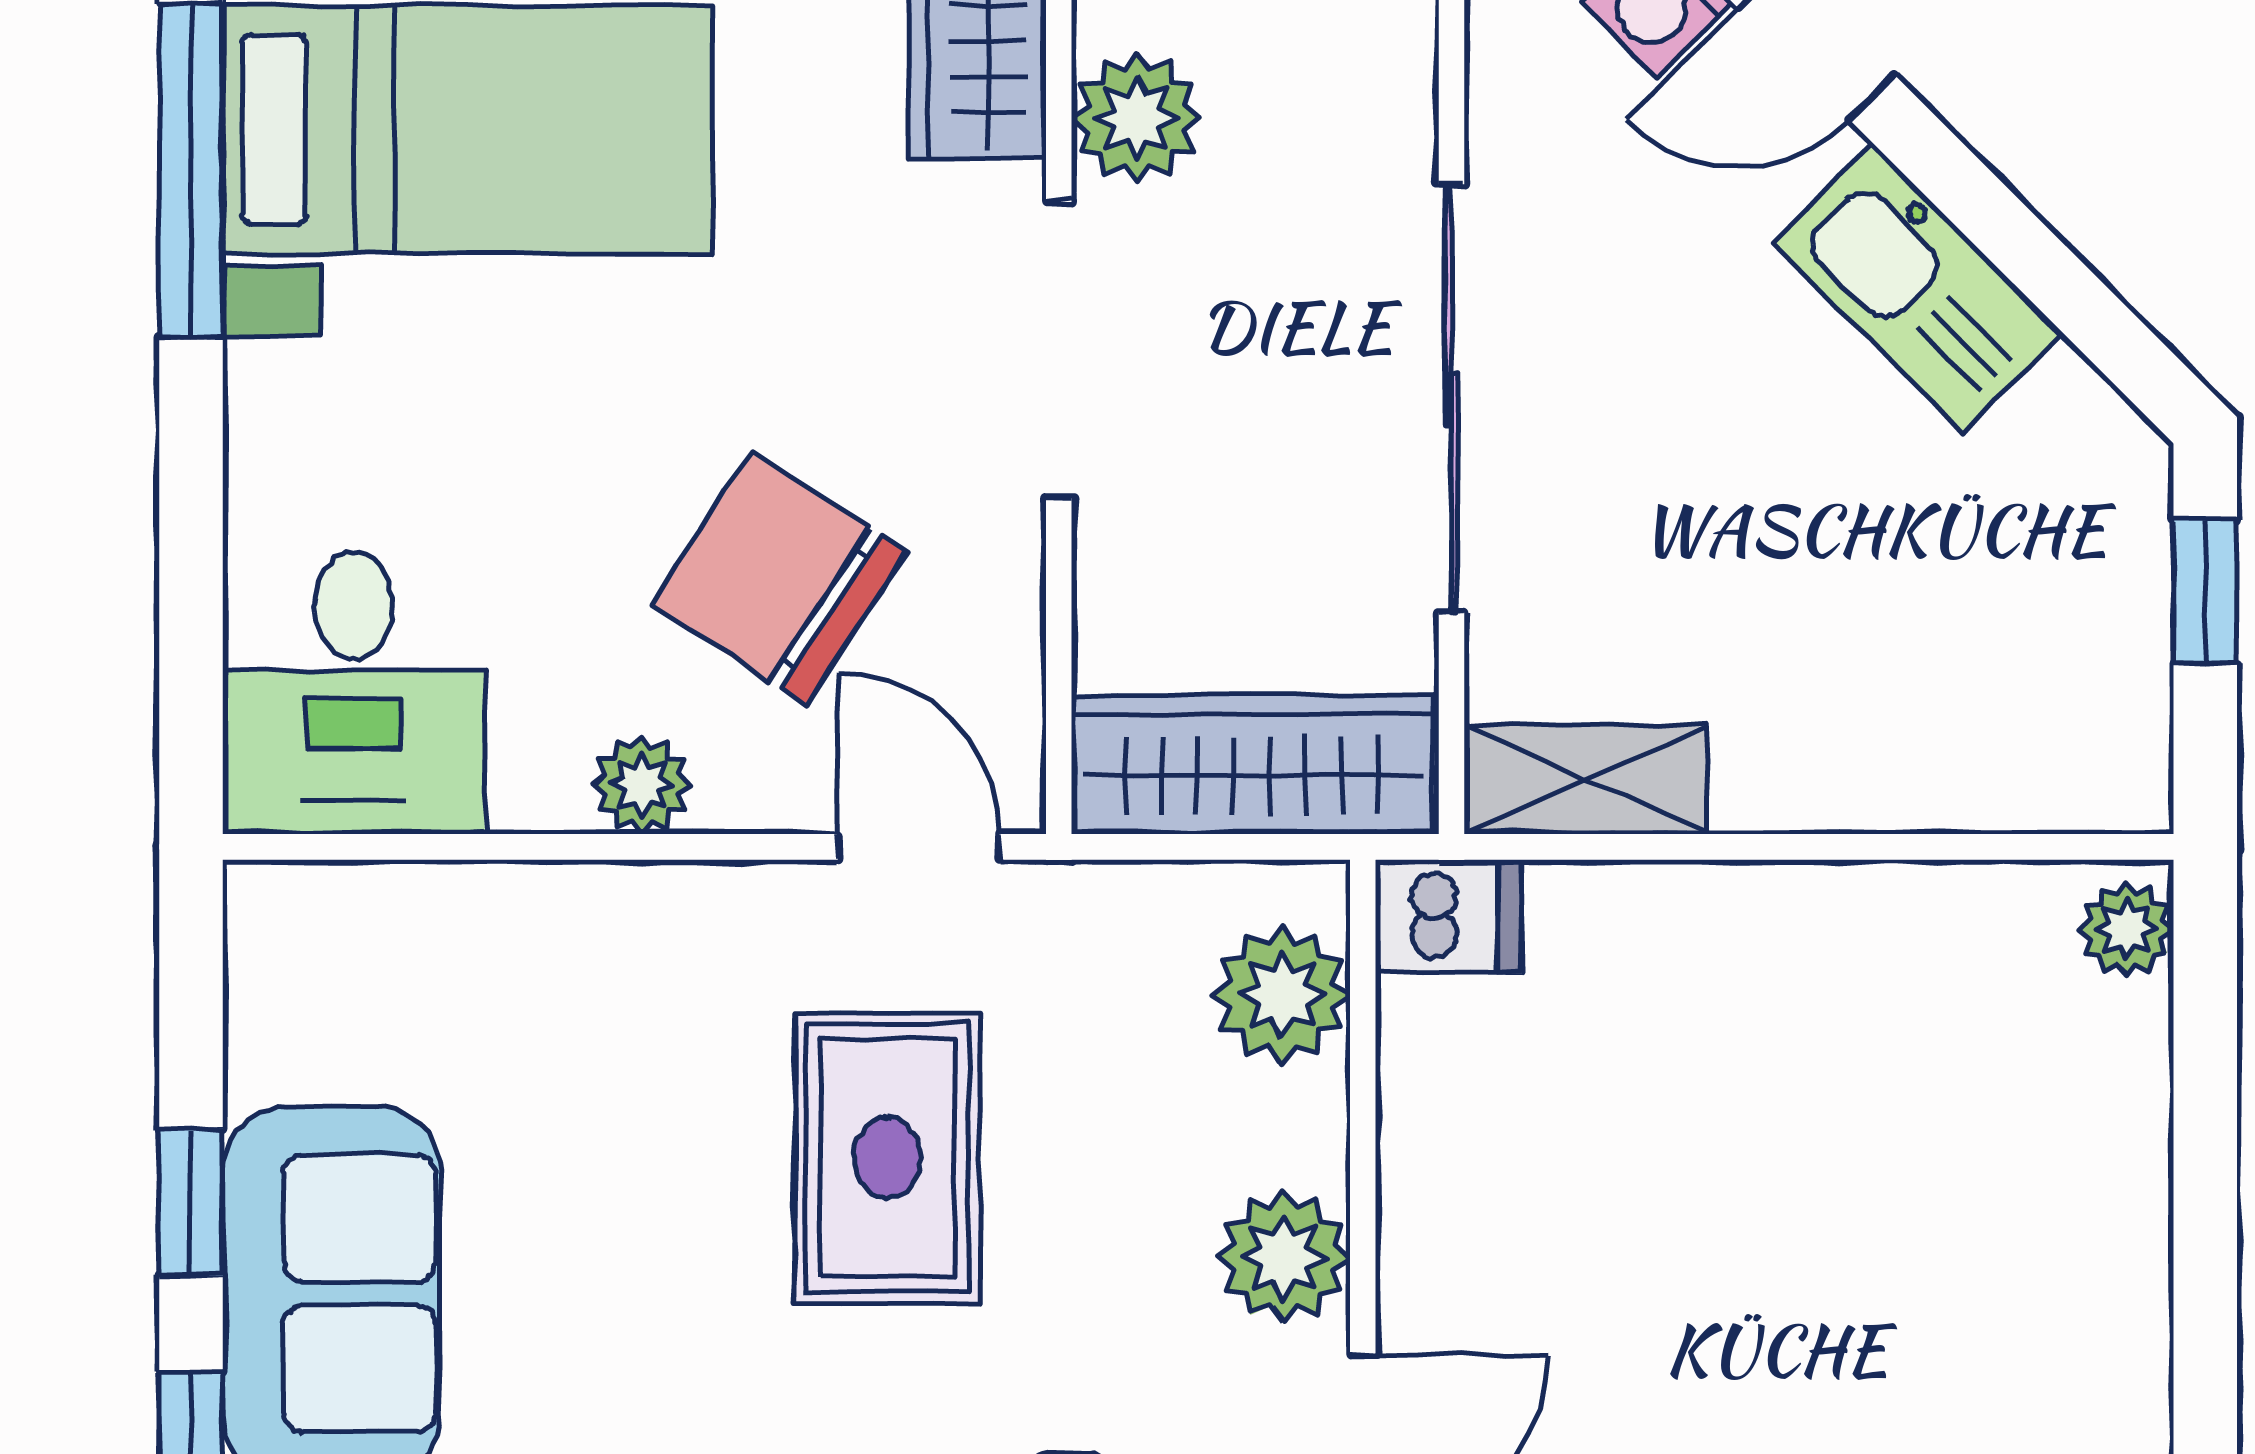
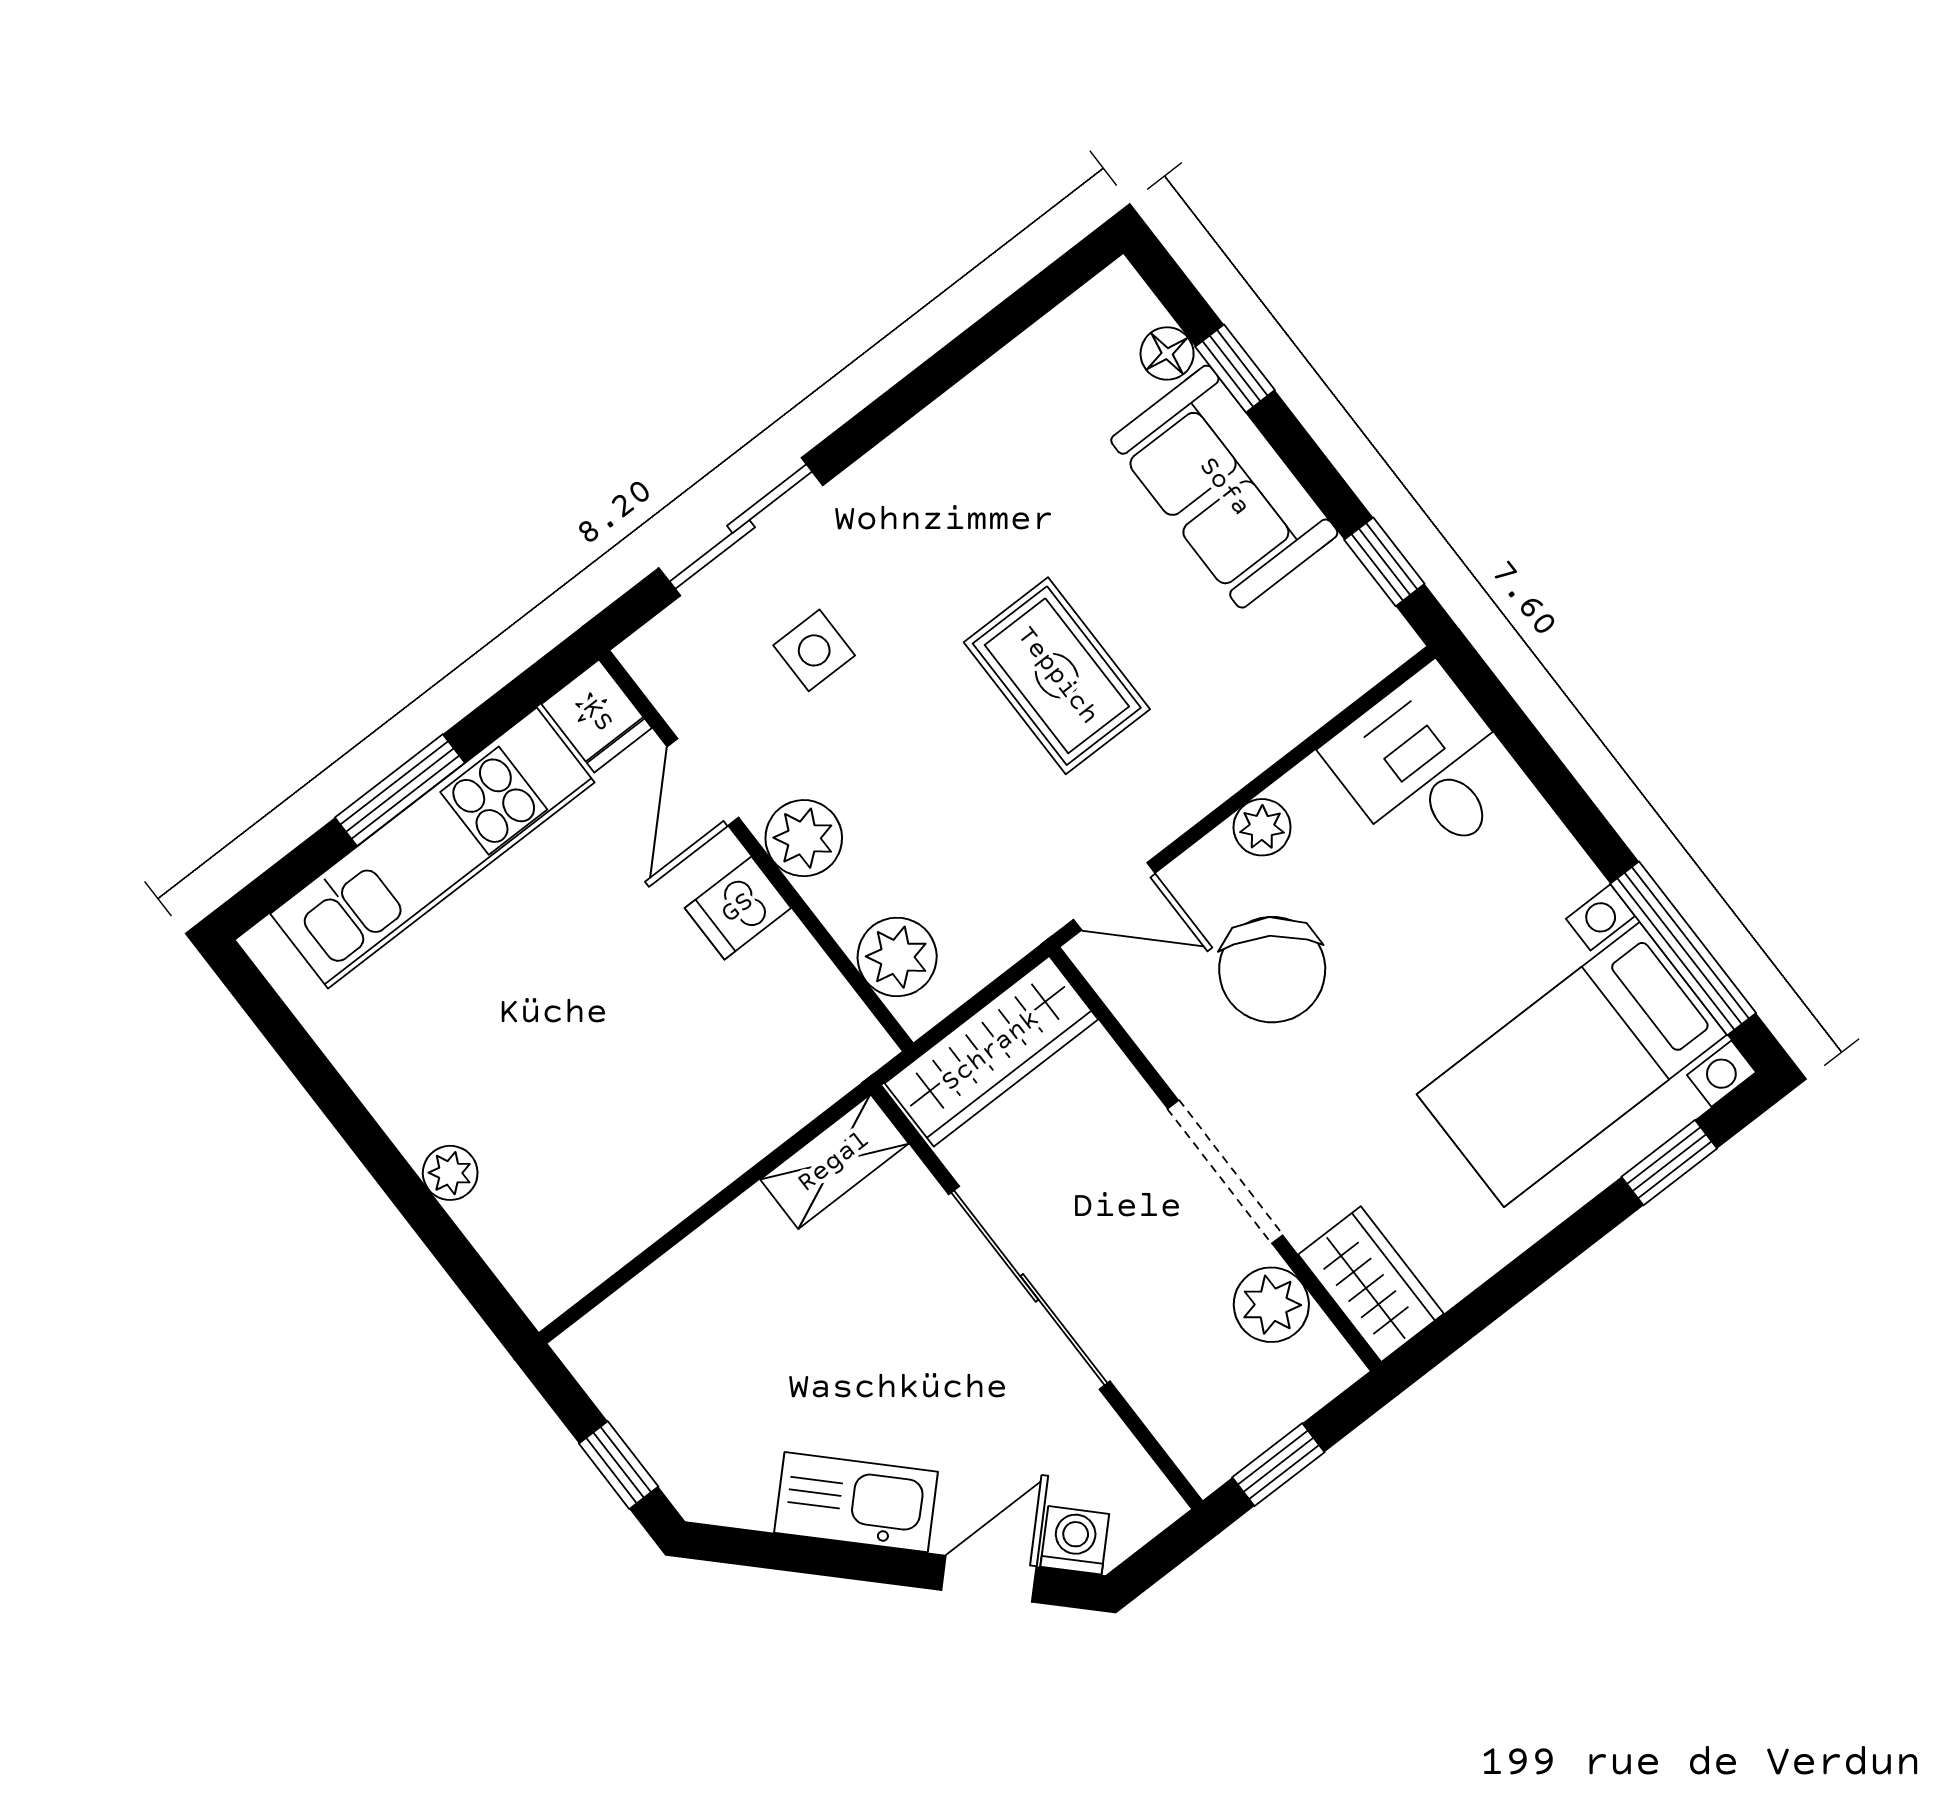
chair: (779, 578) -> (1272, 970), turned 91
dishwasher: (1449, 916) -> (738, 908), moved
plant: (2126, 929) -> (450, 1173), moved
rug: (887, 1158) -> (1057, 676), moved
window: (191, 1202) -> (1384, 562), moved

